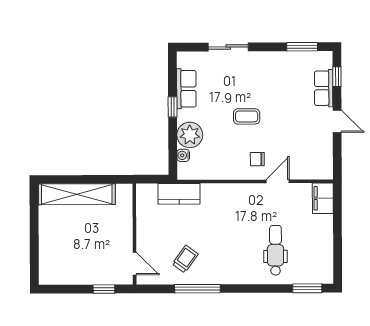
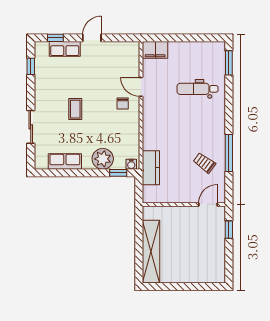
window: (302, 47) -> (31, 66), width x0.67
window: (173, 107) -> (118, 173), moved
coffee table: (247, 116) -> (75, 109), moved
water cooler: (183, 155) -> (131, 164), moved

